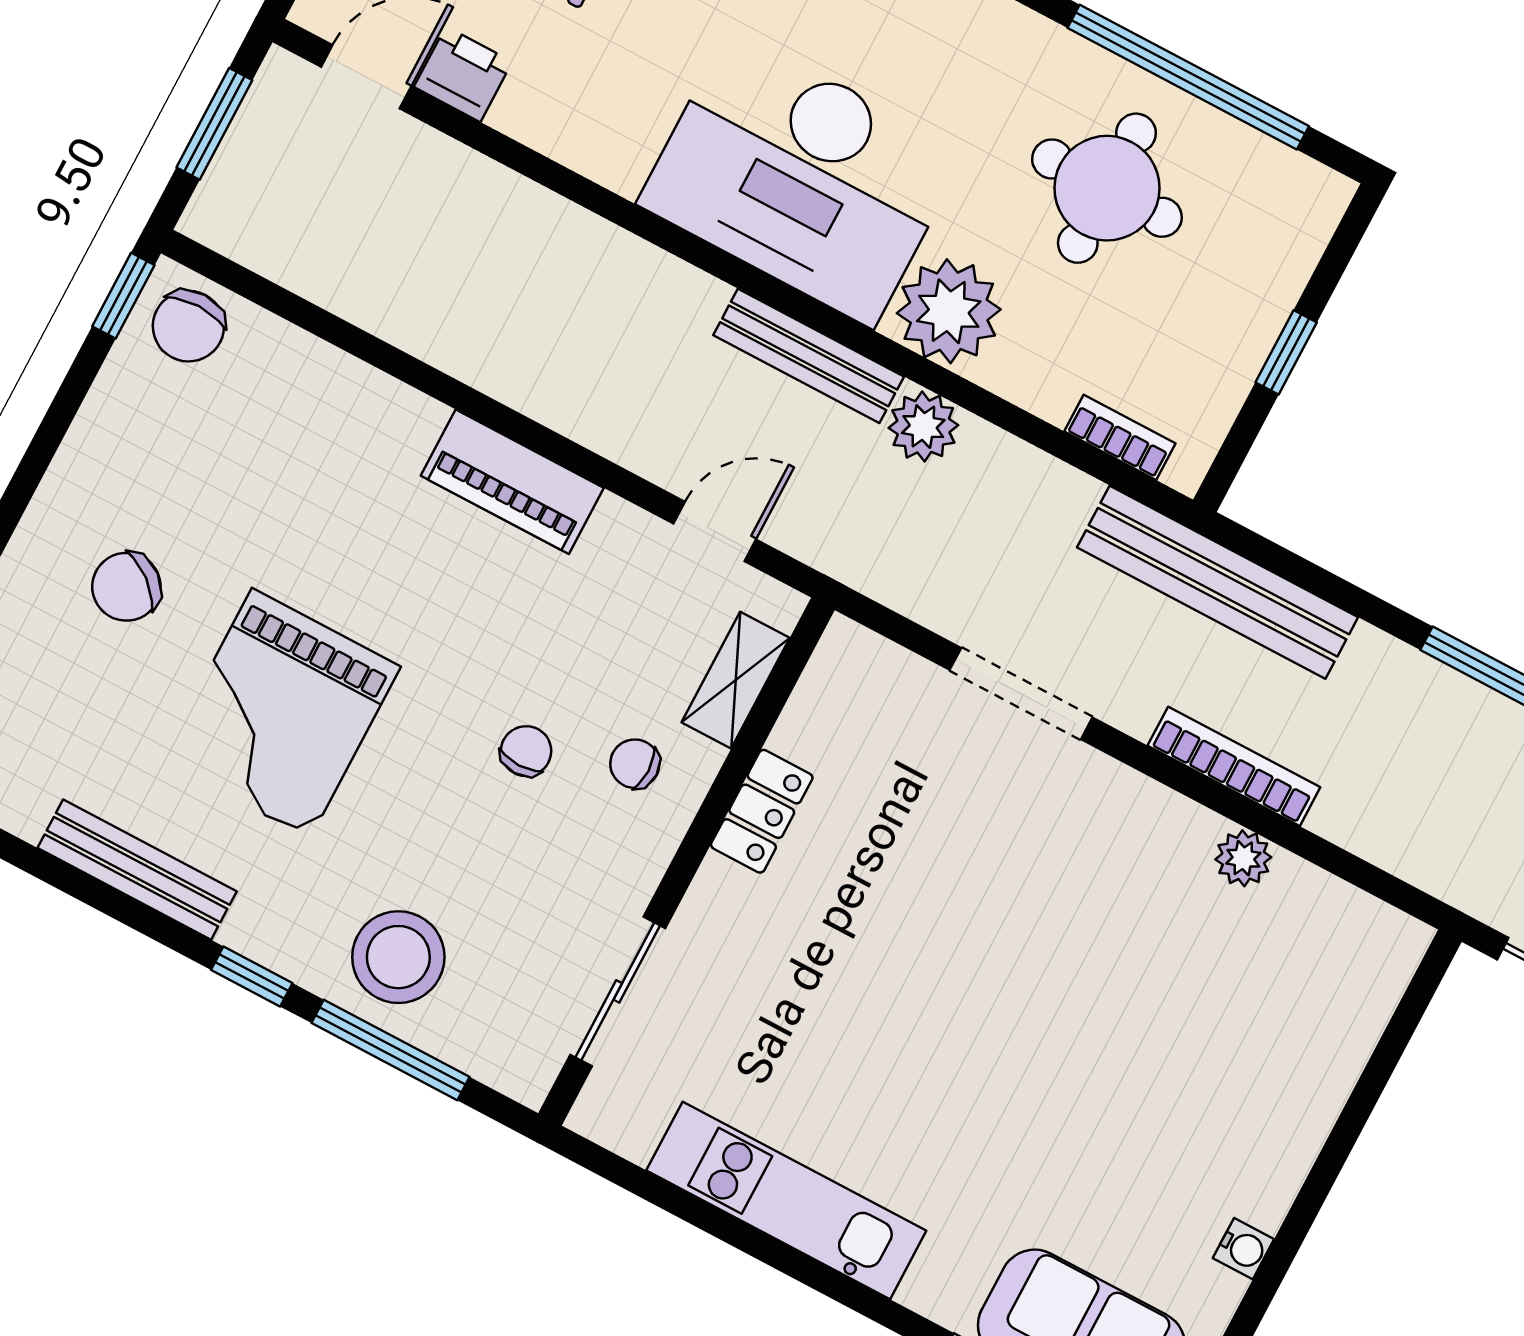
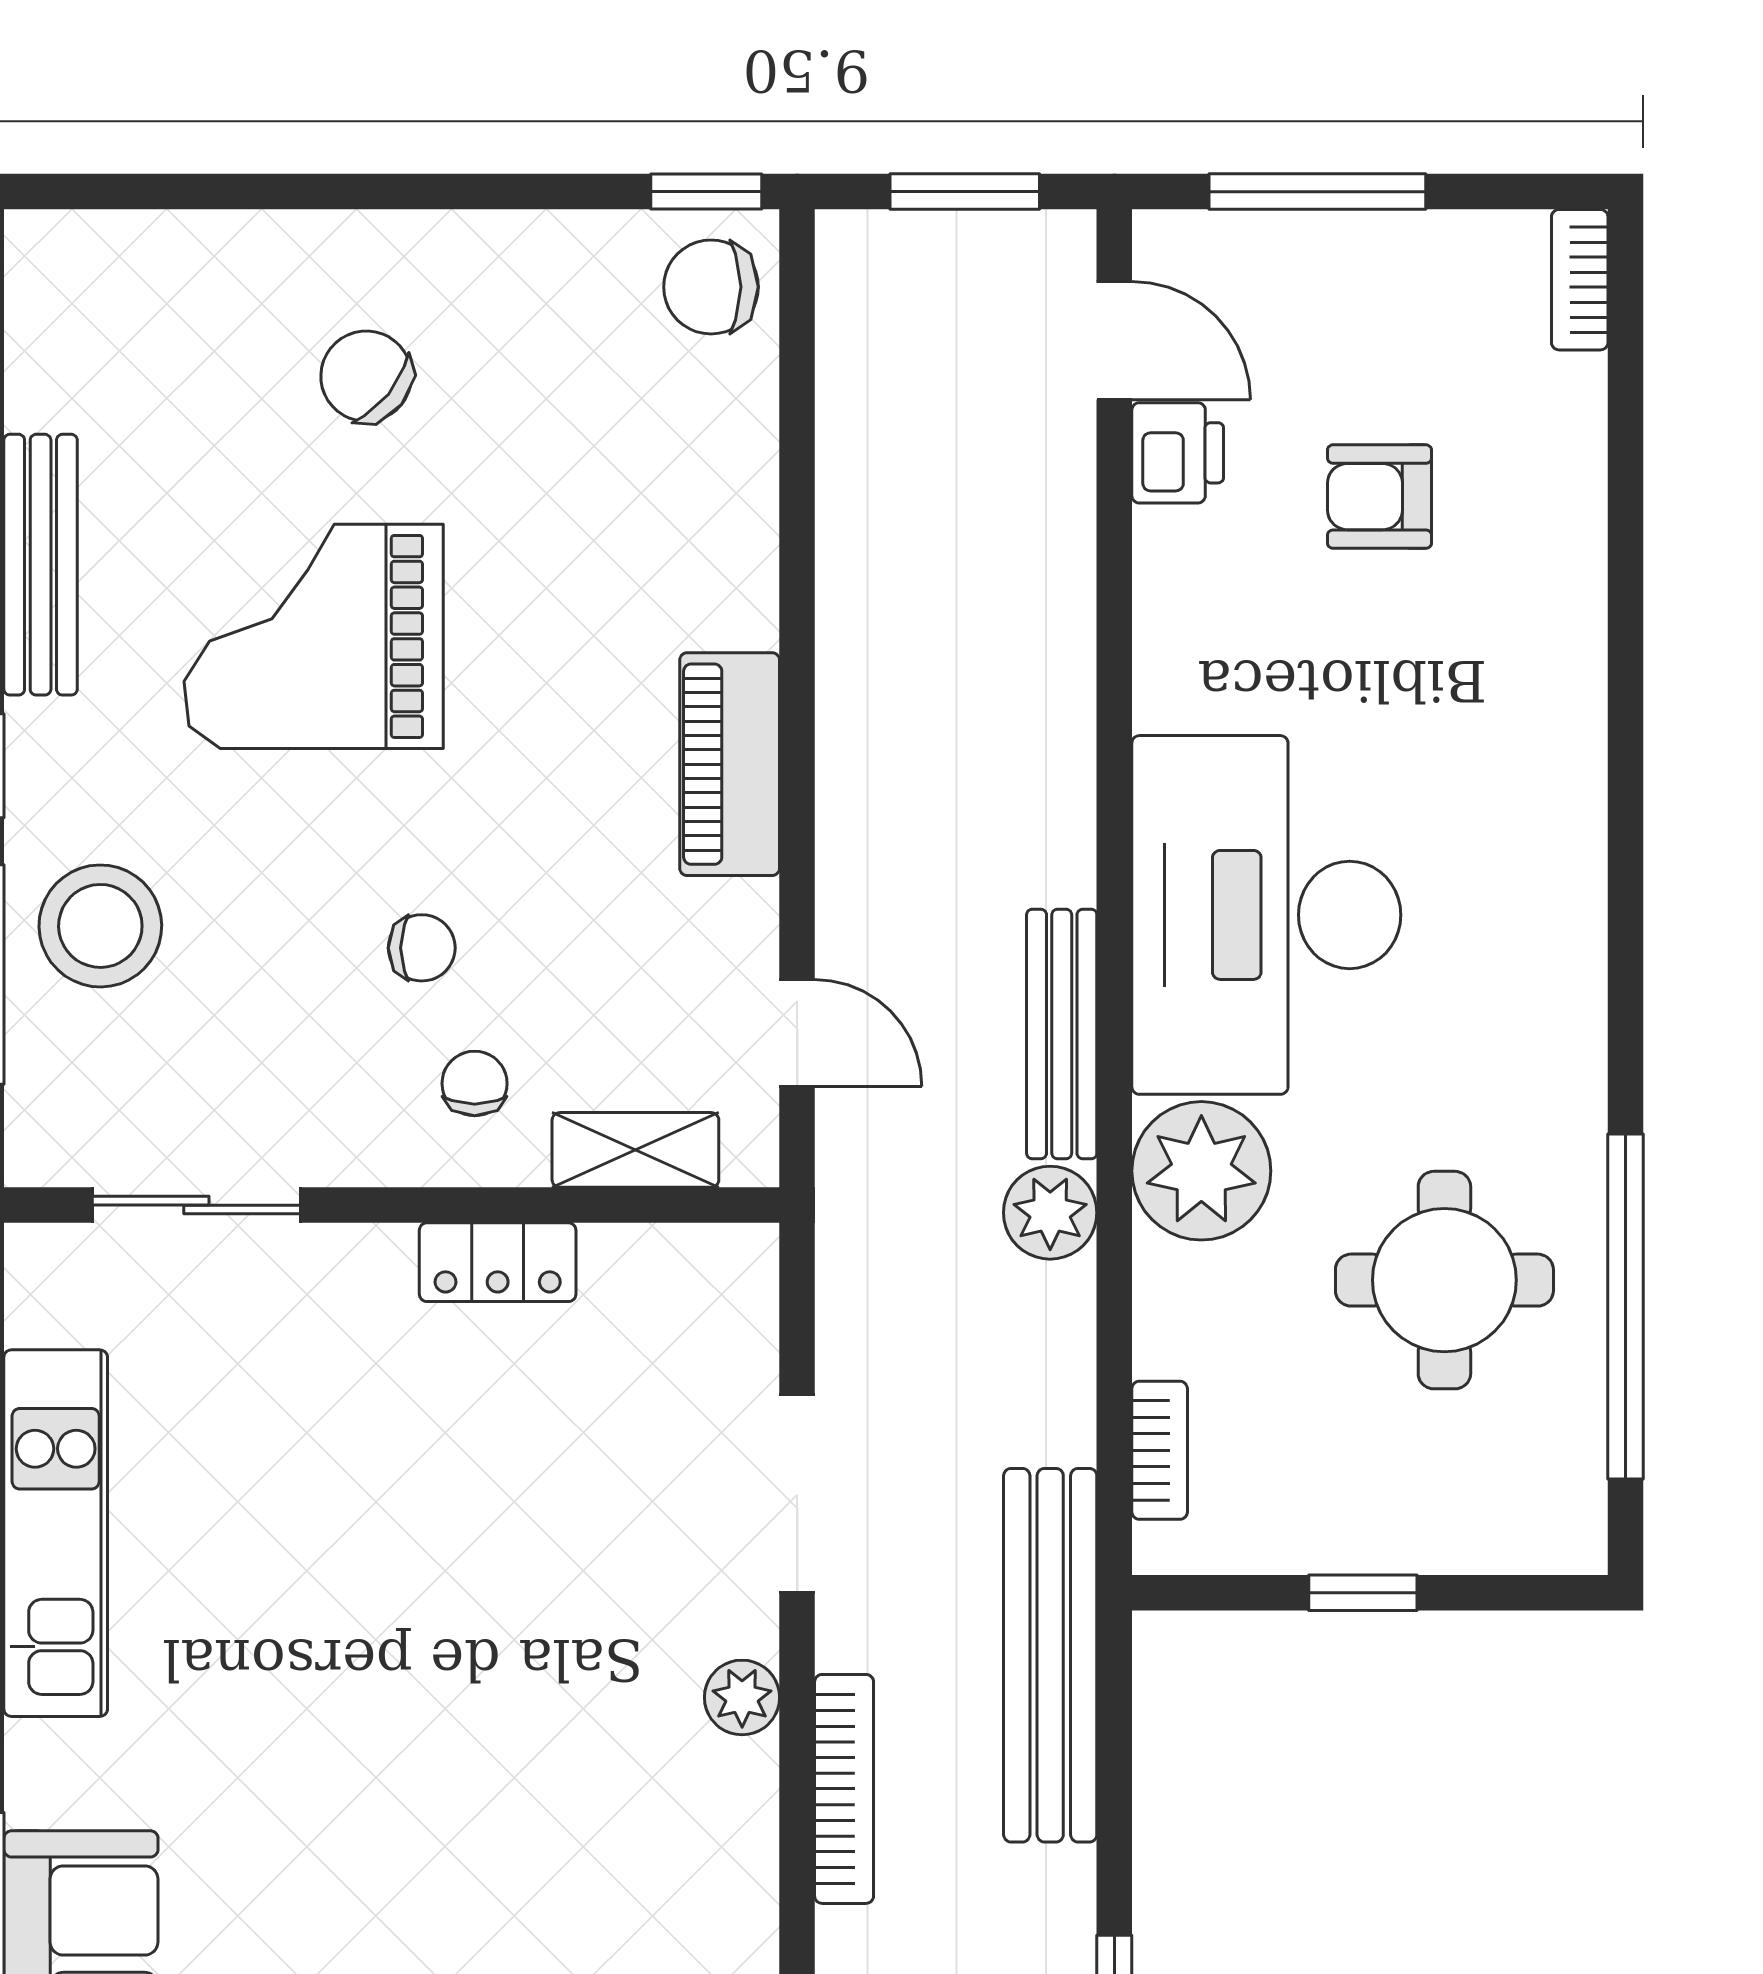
plant: (1243, 858) -> (742, 1697), moved

